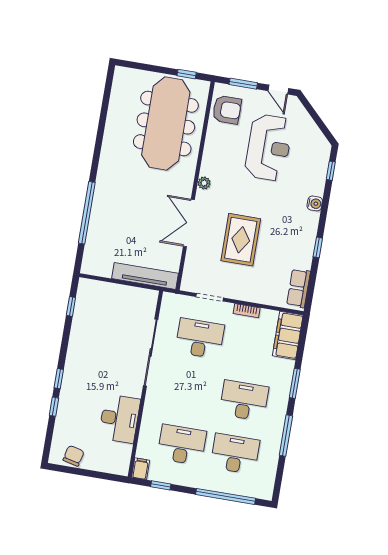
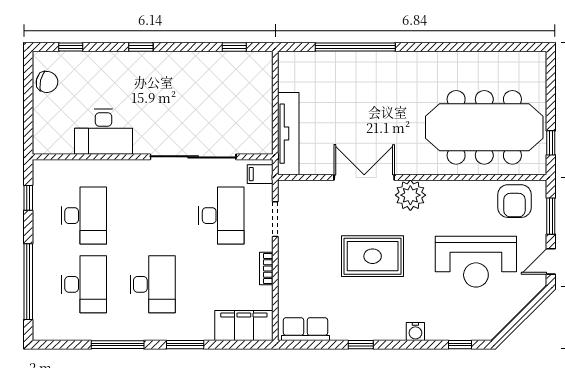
plant: (204, 183) -> (410, 195), width x1.88, depth x1.88
rug: (241, 240) -> (373, 256), moved
window: (54, 407) -> (71, 47), moved
filing cabinet: (141, 469) -> (260, 174), moved, turned 180

